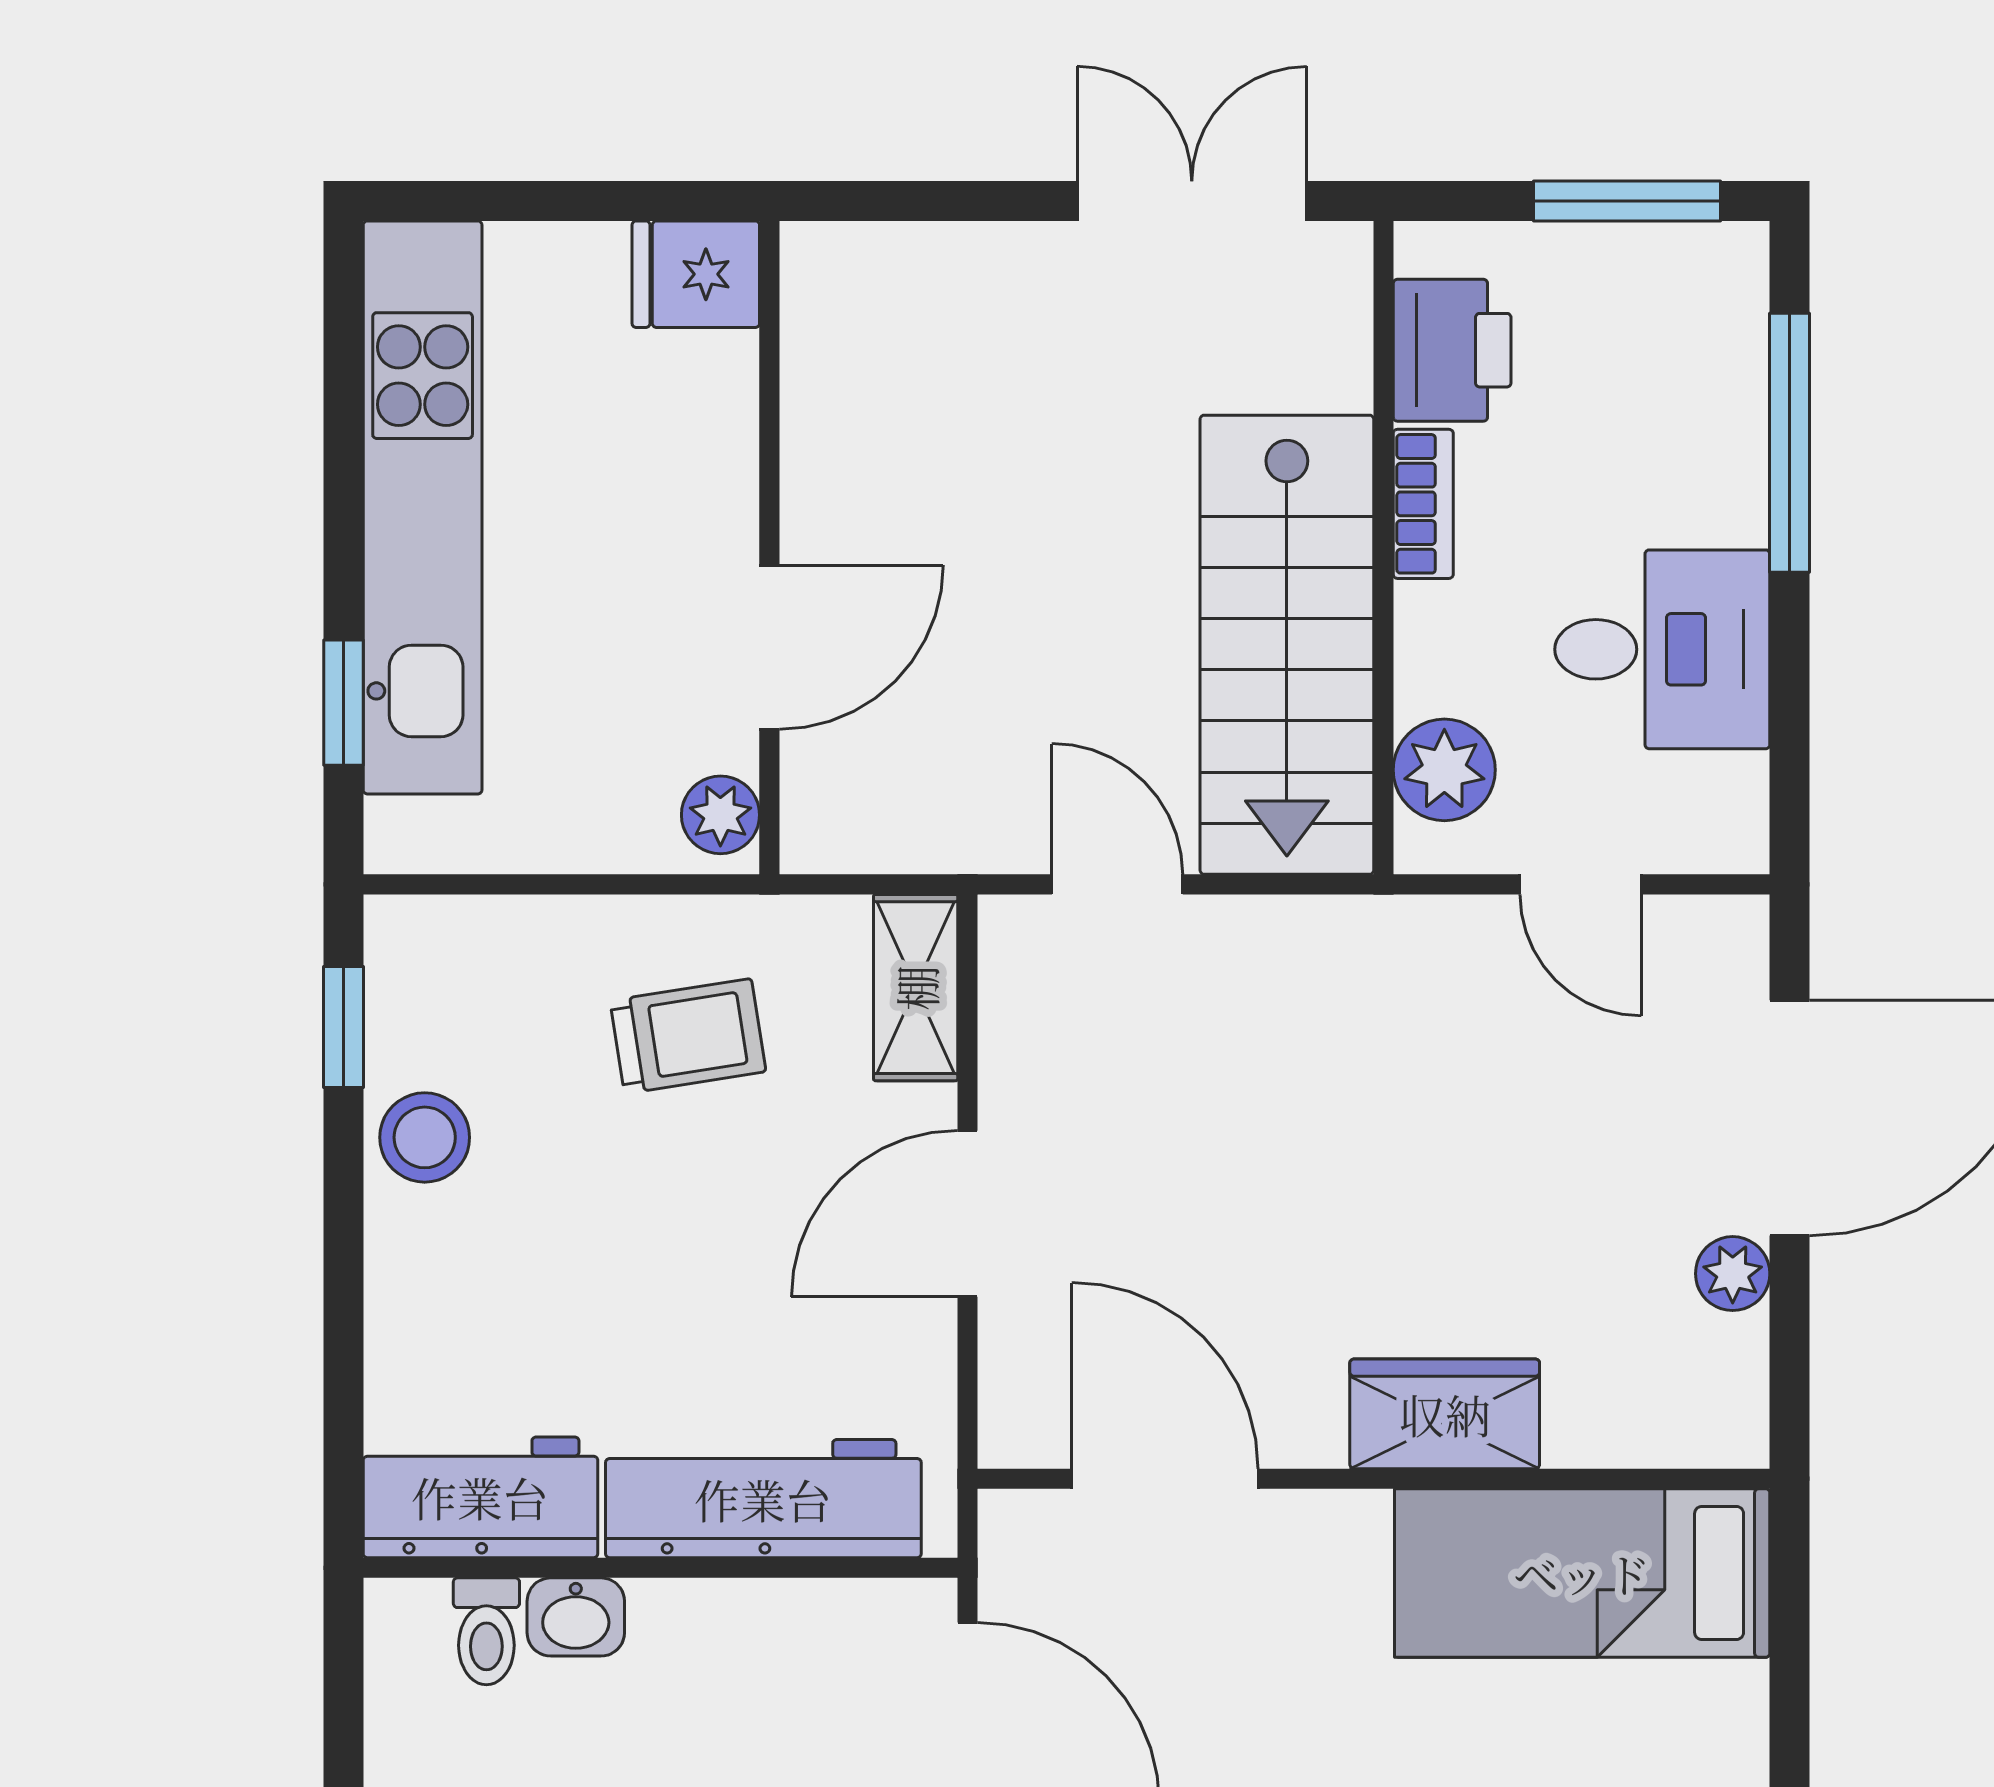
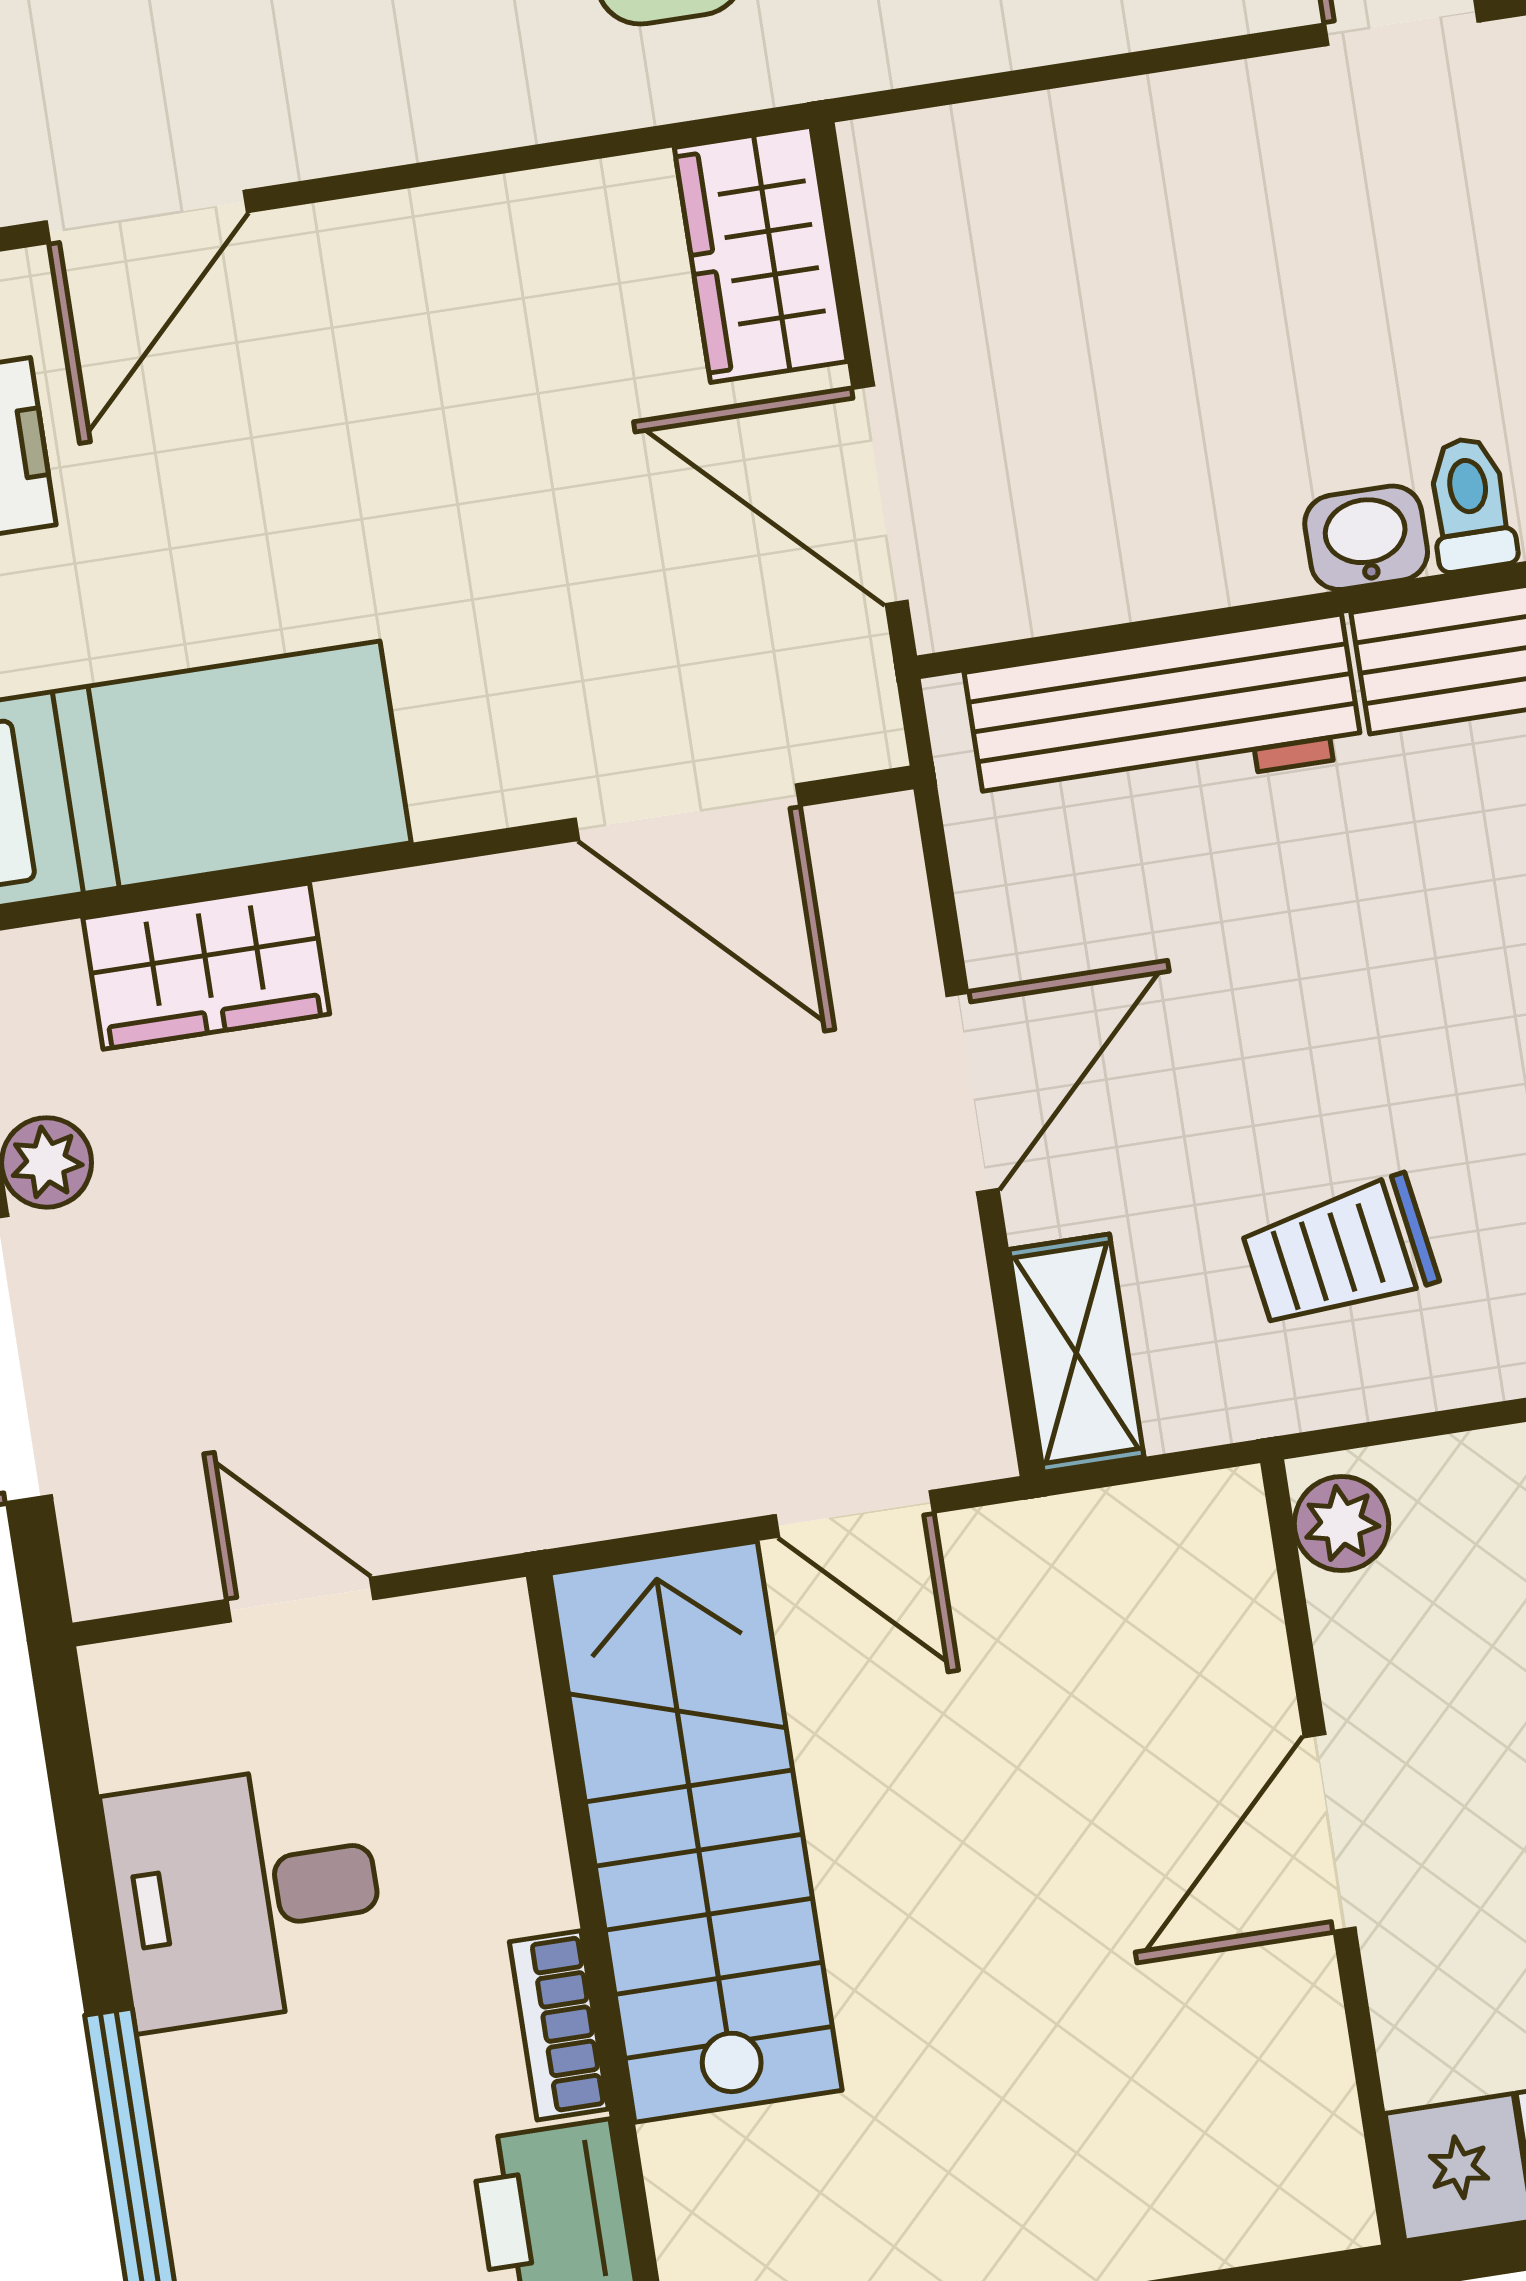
door: (769, 647) -> (1330, 1832), moved
plant: (1444, 770) -> (485, 1711), removed
wardrobe: (1445, 1414) -> (206, 966), moved

